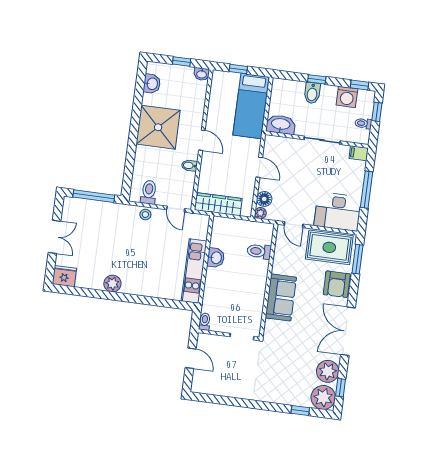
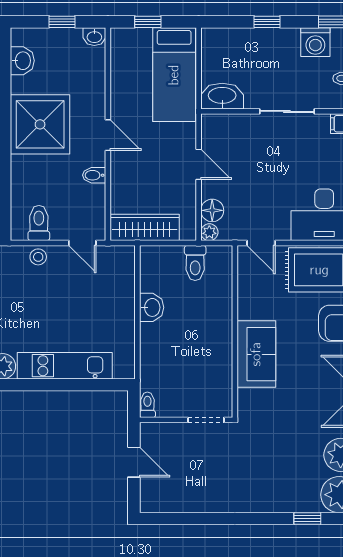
bidet: (312, 93) -> (263, 43), removed
toilet: (259, 251) -> (195, 263), moved, turned -90
kitchen unit: (194, 271) -> (65, 366), moved, turned 90

